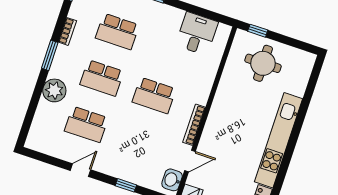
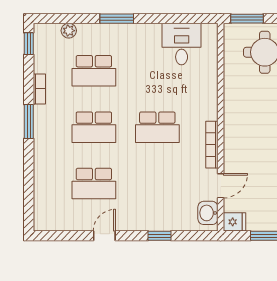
window: (258, 31) -> (247, 19), width x1.50
plant: (54, 90) -> (47, 158), removed

